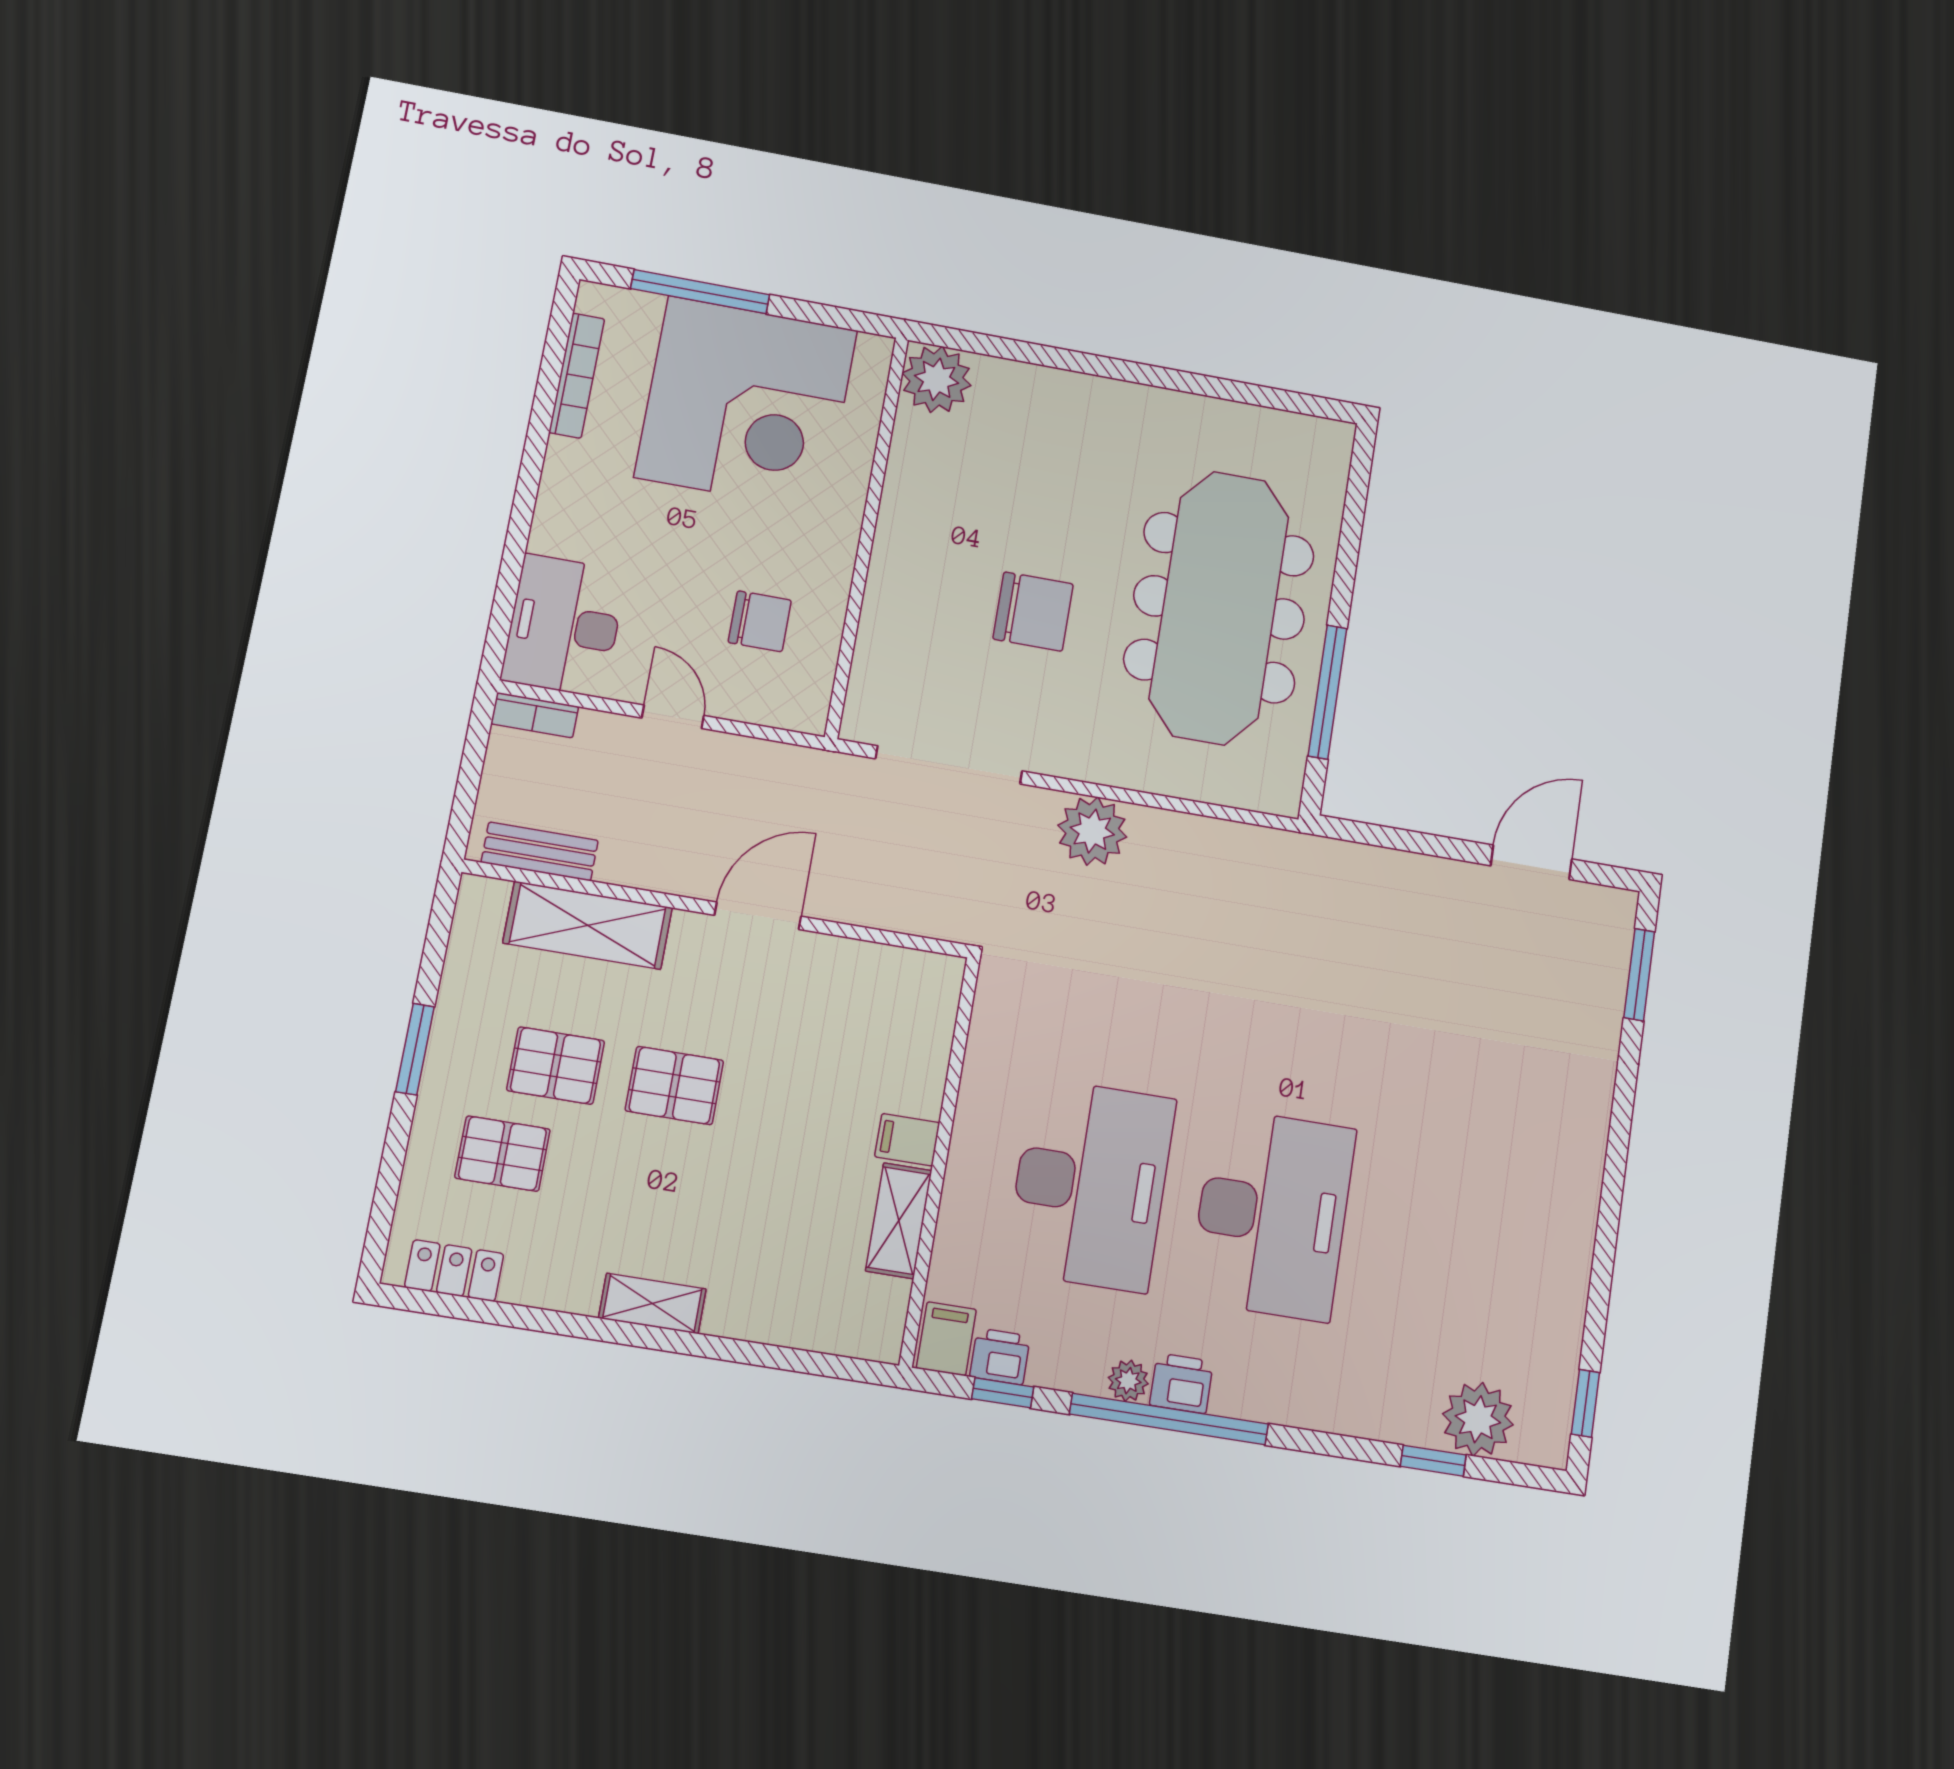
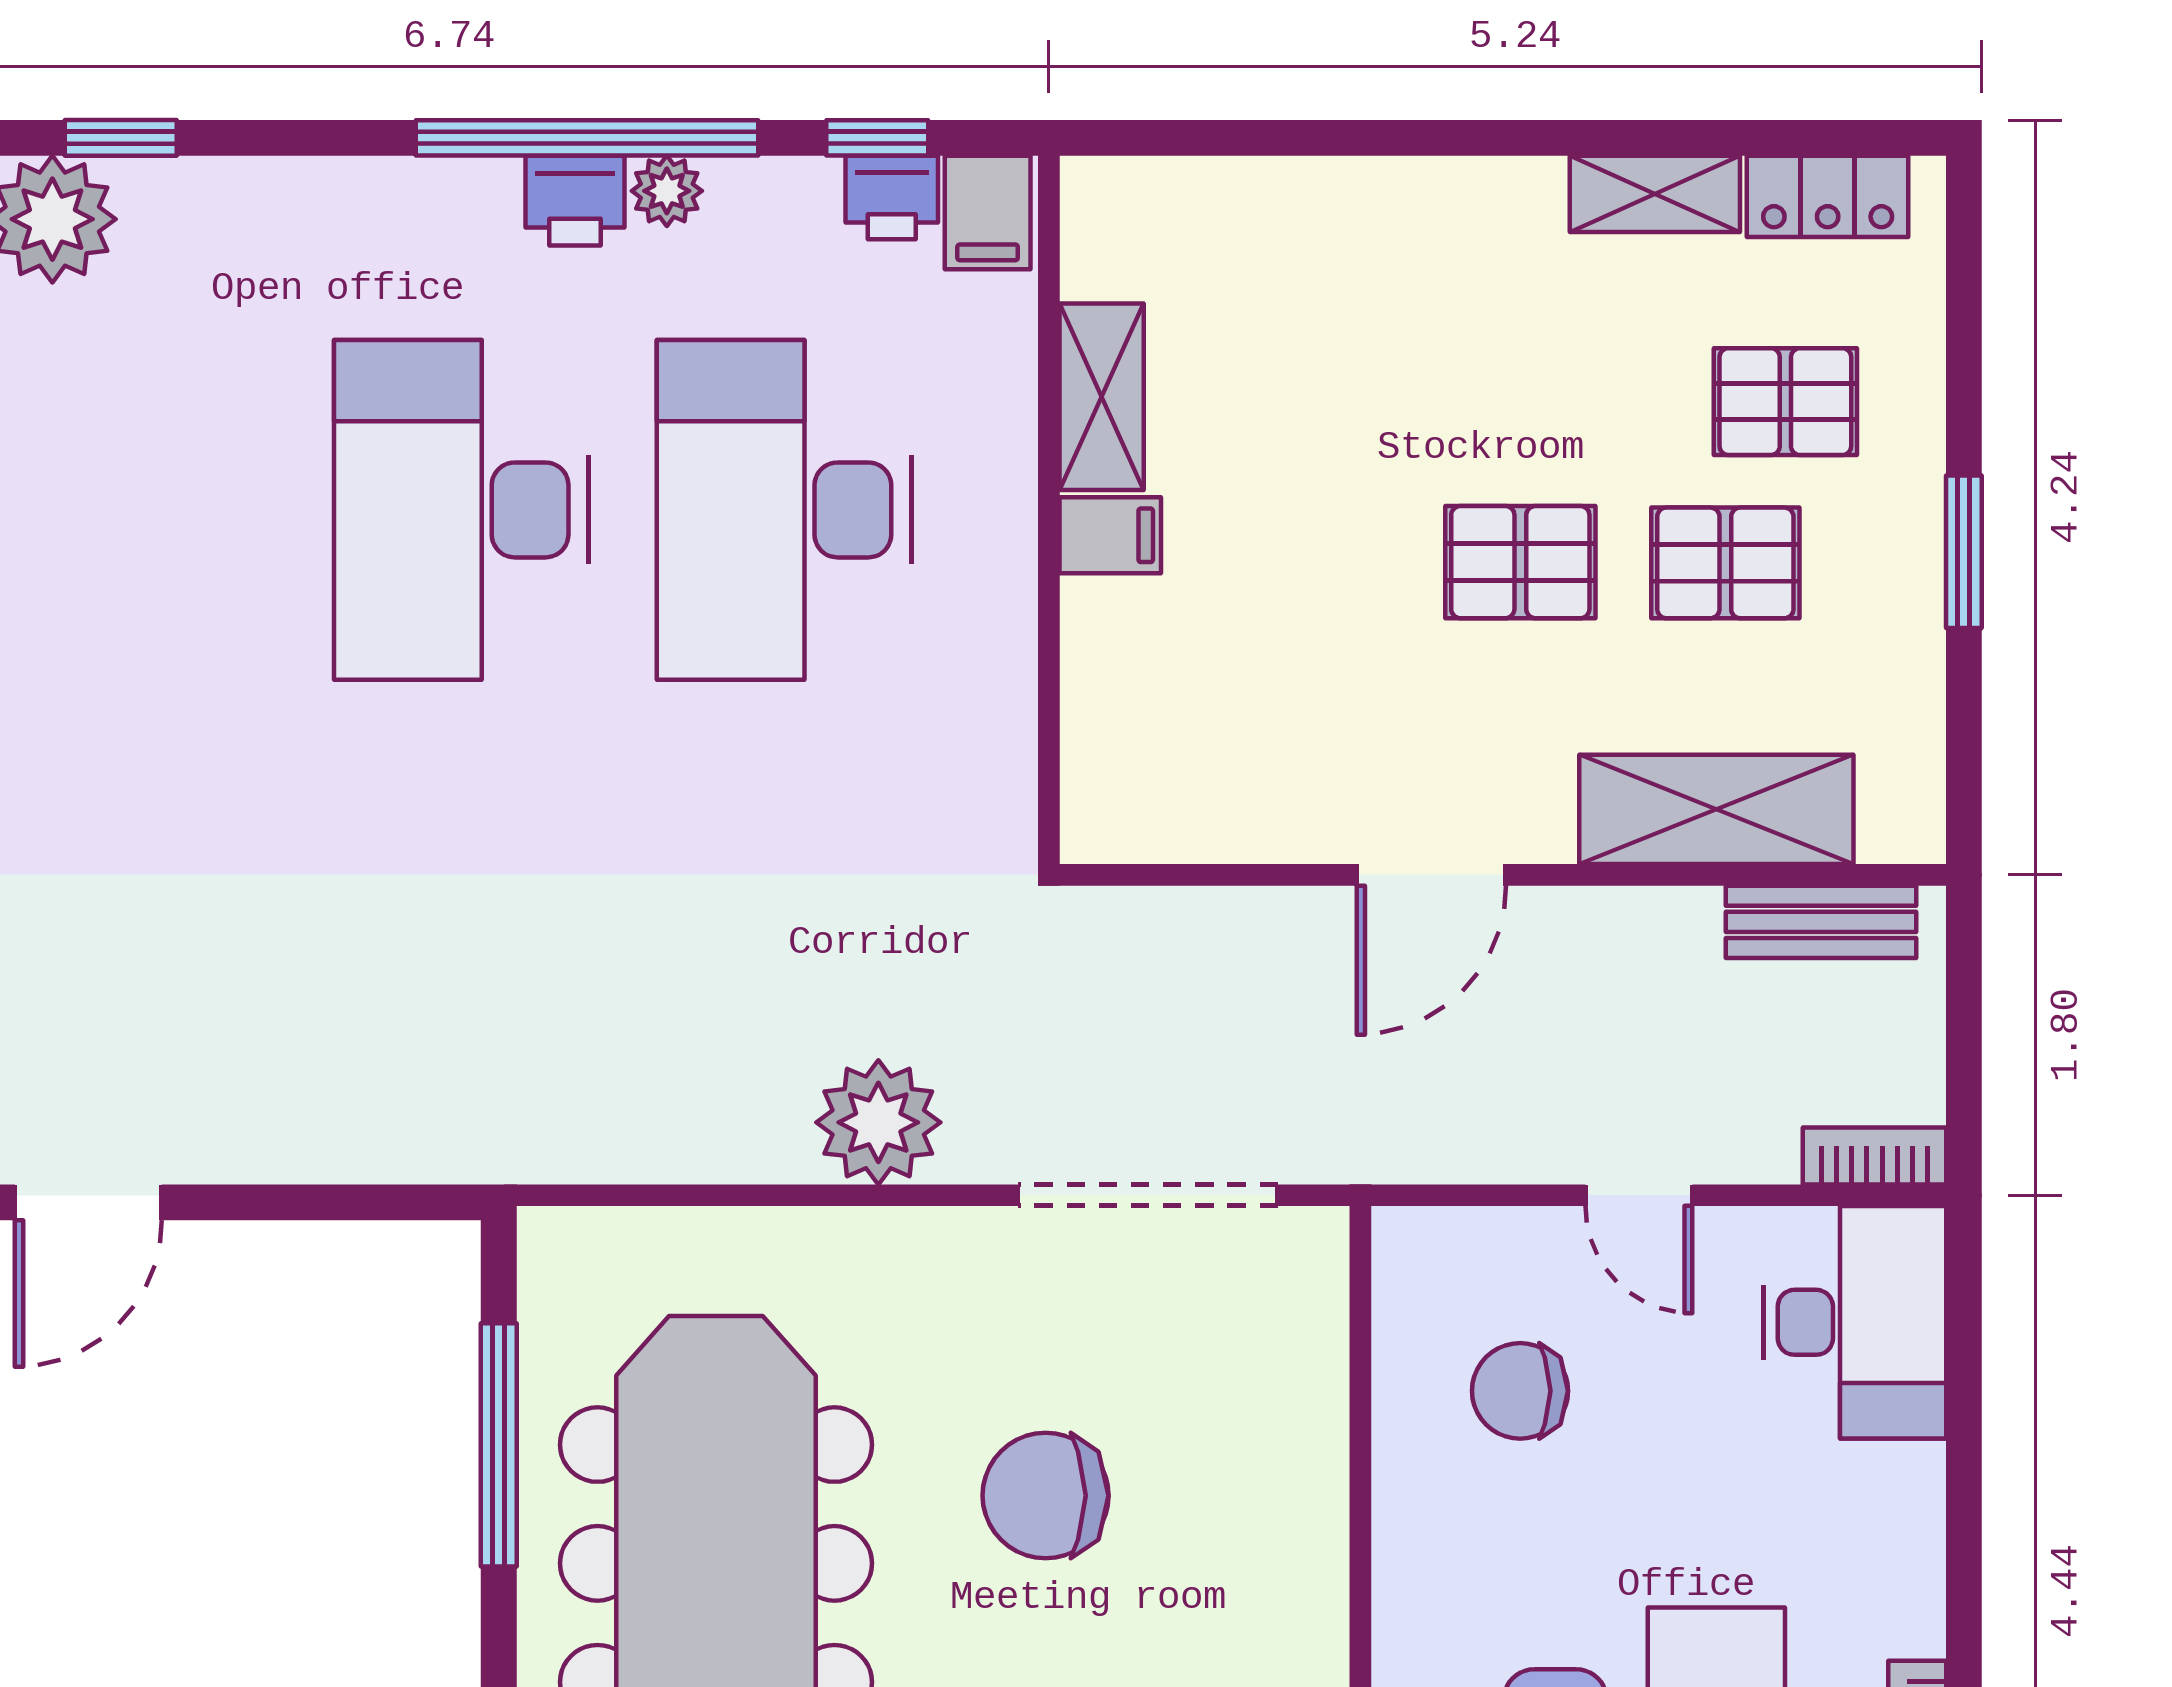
shelving: (652, 1303) -> (1655, 194), moved

